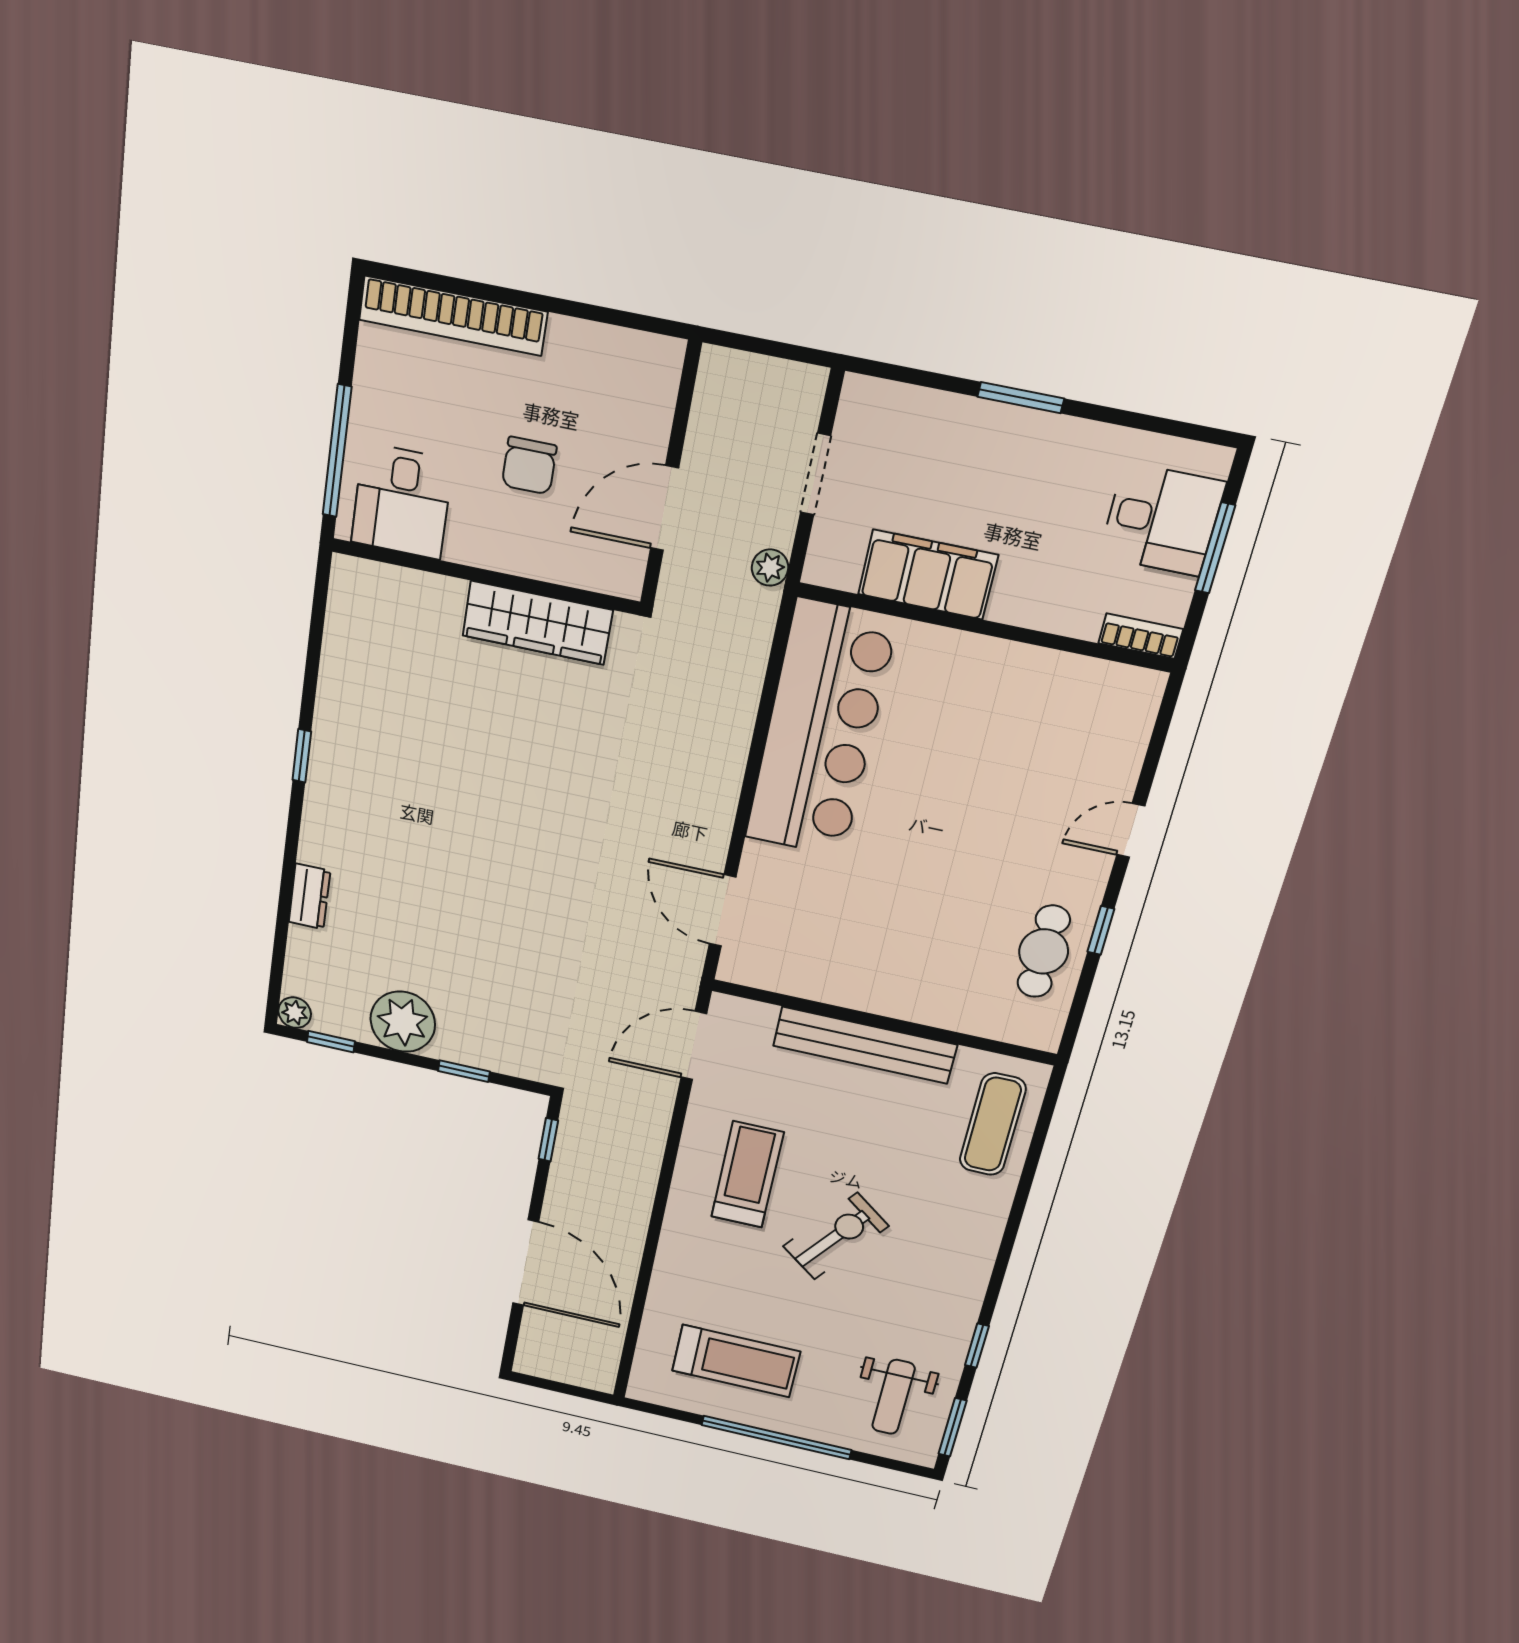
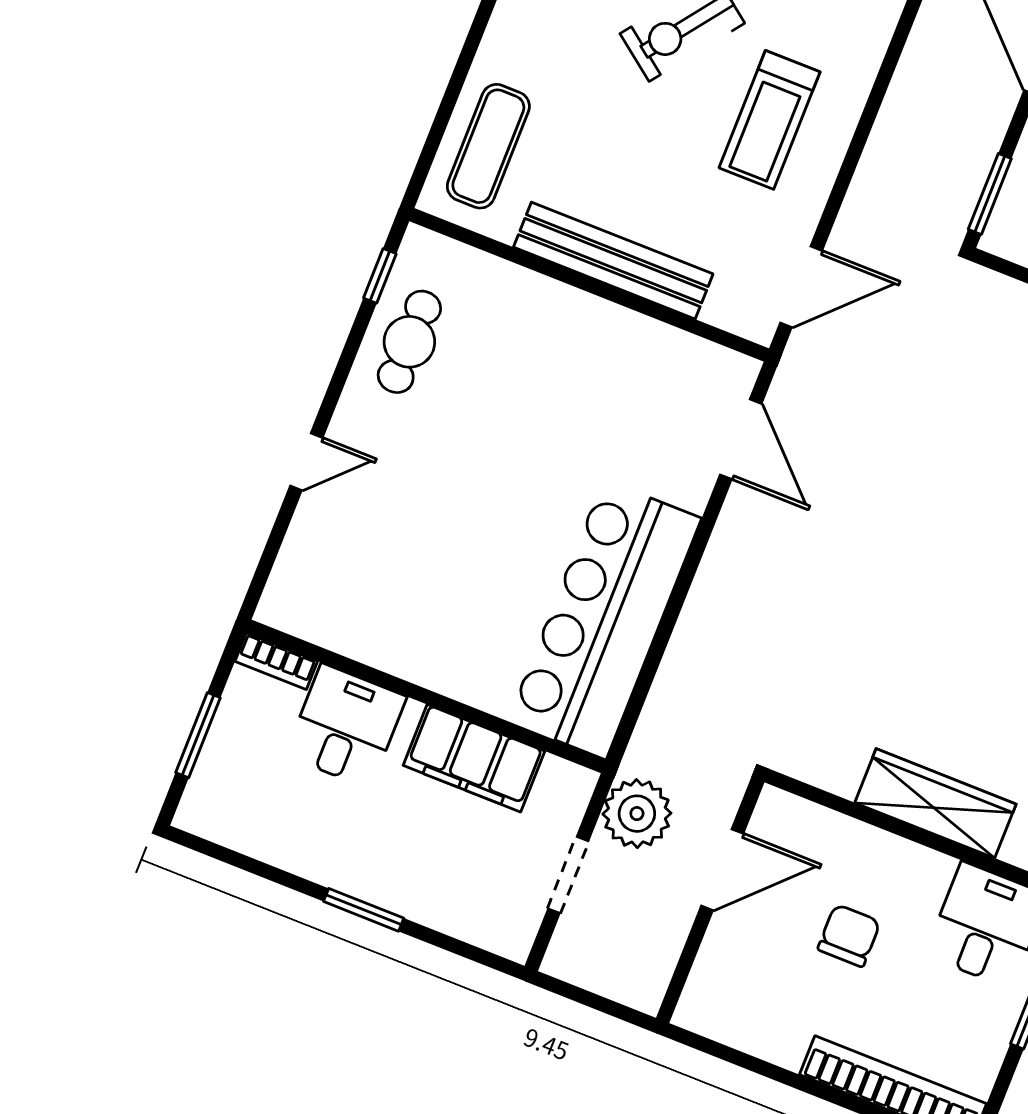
desk: (1162, 519) -> (346, 726), moved, turned 90
plant: (770, 568) -> (637, 814), width x1.87, depth x1.87
wardrobe: (537, 623) -> (935, 803), moved
window: (1101, 930) -> (380, 276), moved
window: (548, 1140) -> (990, 194), width x1.50

